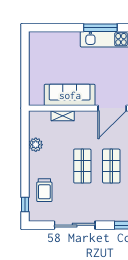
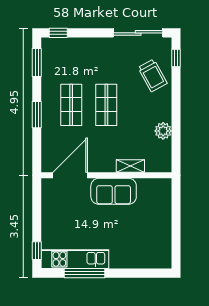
sofa: (70, 95) -> (114, 191), width x0.73
trolley: (44, 190) -> (153, 75), turned 151
sliding door: (75, 225) -> (138, 33), moved

